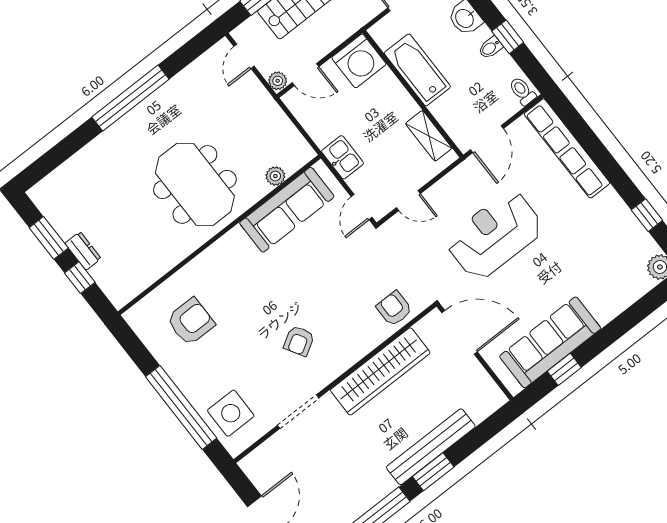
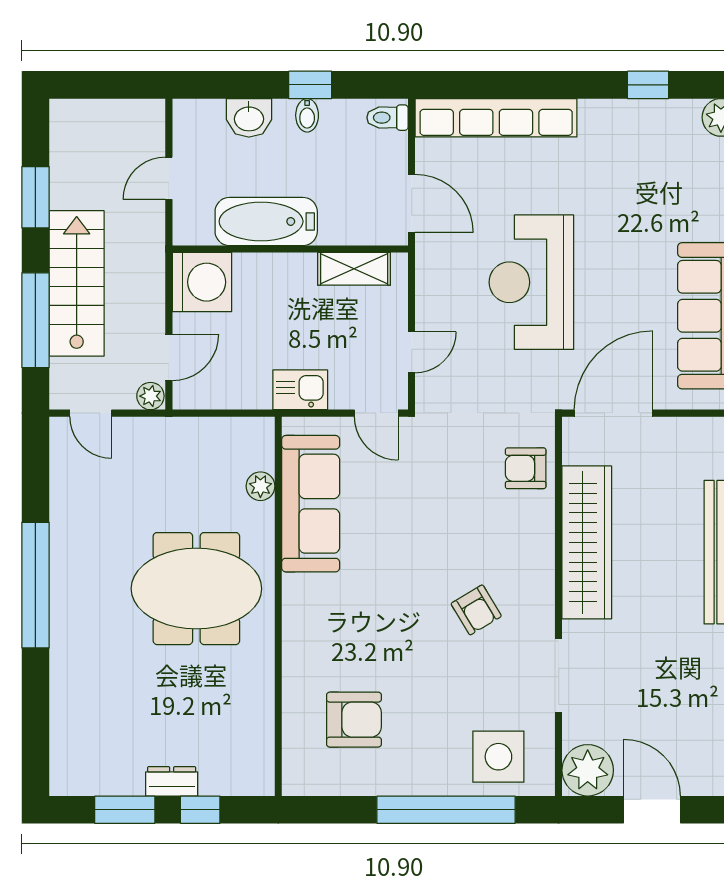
armchair: (191, 322) -> (354, 720), turned 90
plant: (260, 466) -> (588, 770), added

